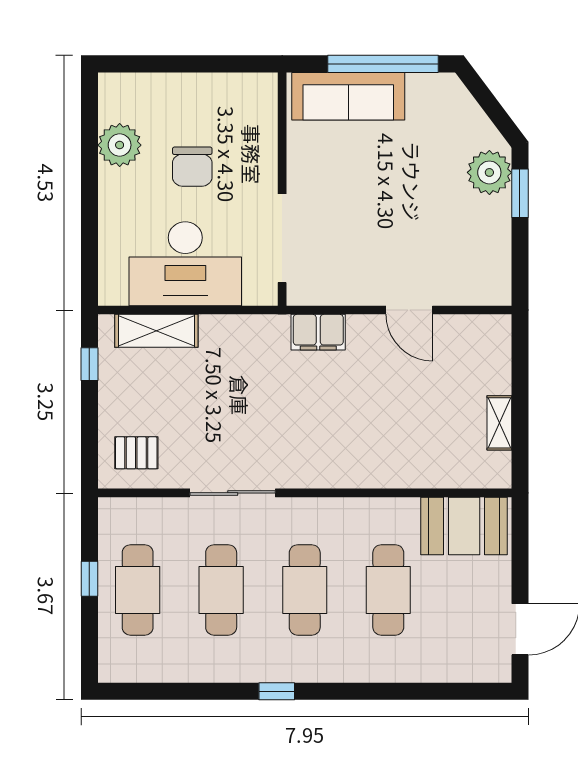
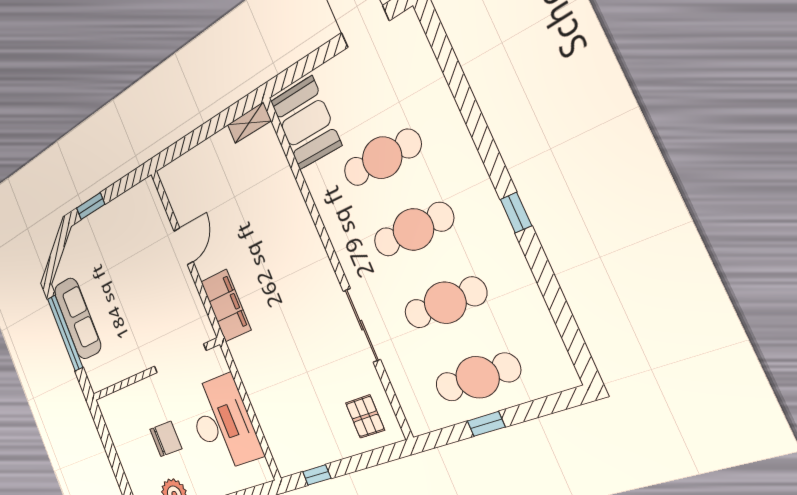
sofa: (348, 96) -> (77, 318), moved
plant: (489, 172) -> (89, 233), removed
shelving: (156, 331) -> (273, 430), removed
filing cabinet: (318, 332) -> (226, 306), width x1.50, depth x1.17
shelving: (499, 423) -> (249, 123), moved

